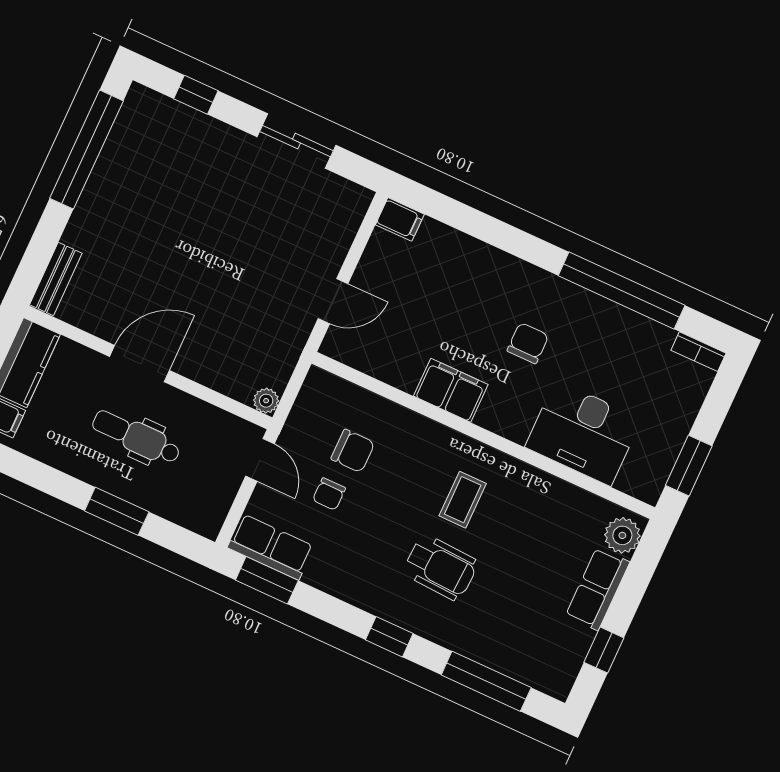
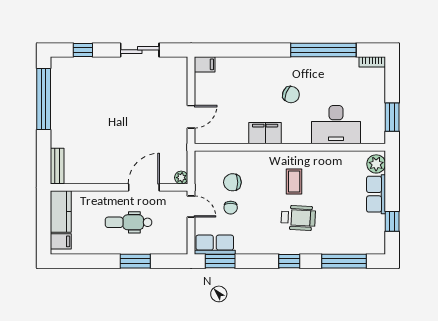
chair: (528, 343) -> (291, 95), turned 112
door: (139, 364) -> (144, 187), moved
chair: (353, 451) -> (232, 182), turned 180

